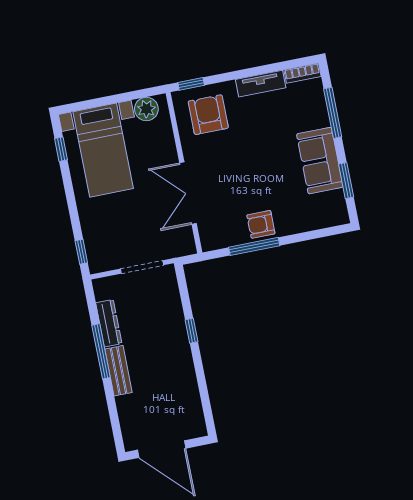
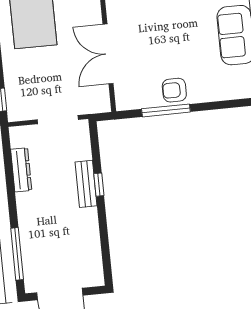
window: (101, 351) -> (17, 254), moved
bench: (119, 371) -> (86, 184), moved

